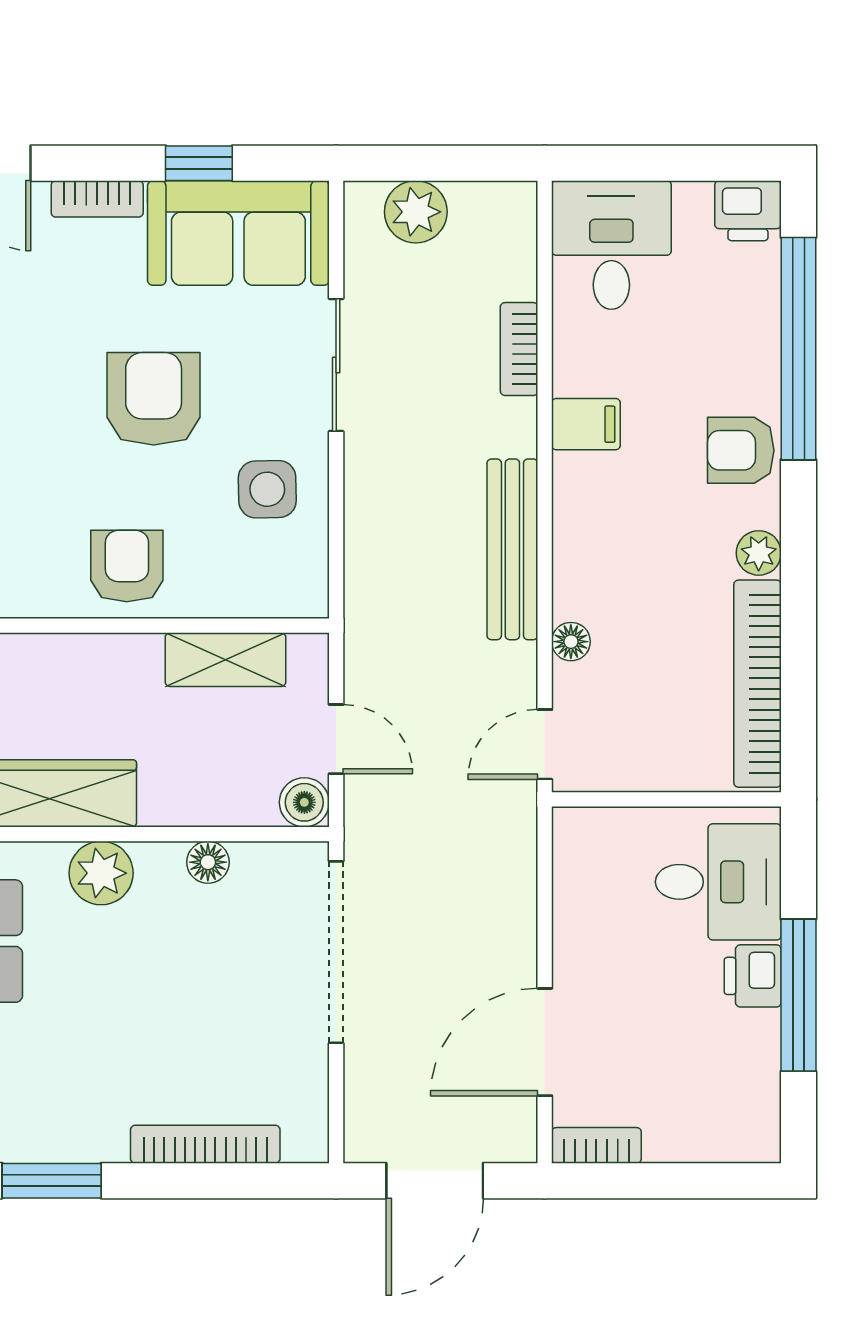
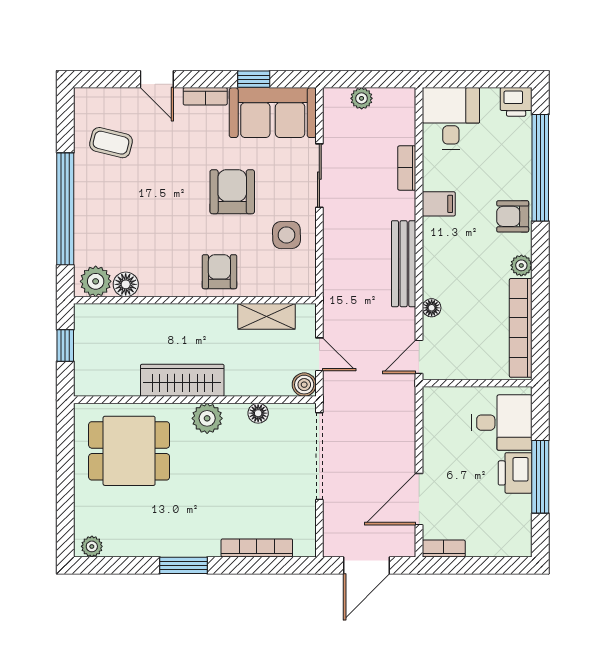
plant: (416, 212) -> (362, 98), width x0.73, depth x0.73
printer: (753, 976) -> (515, 473), width x1.36, depth x1.24

